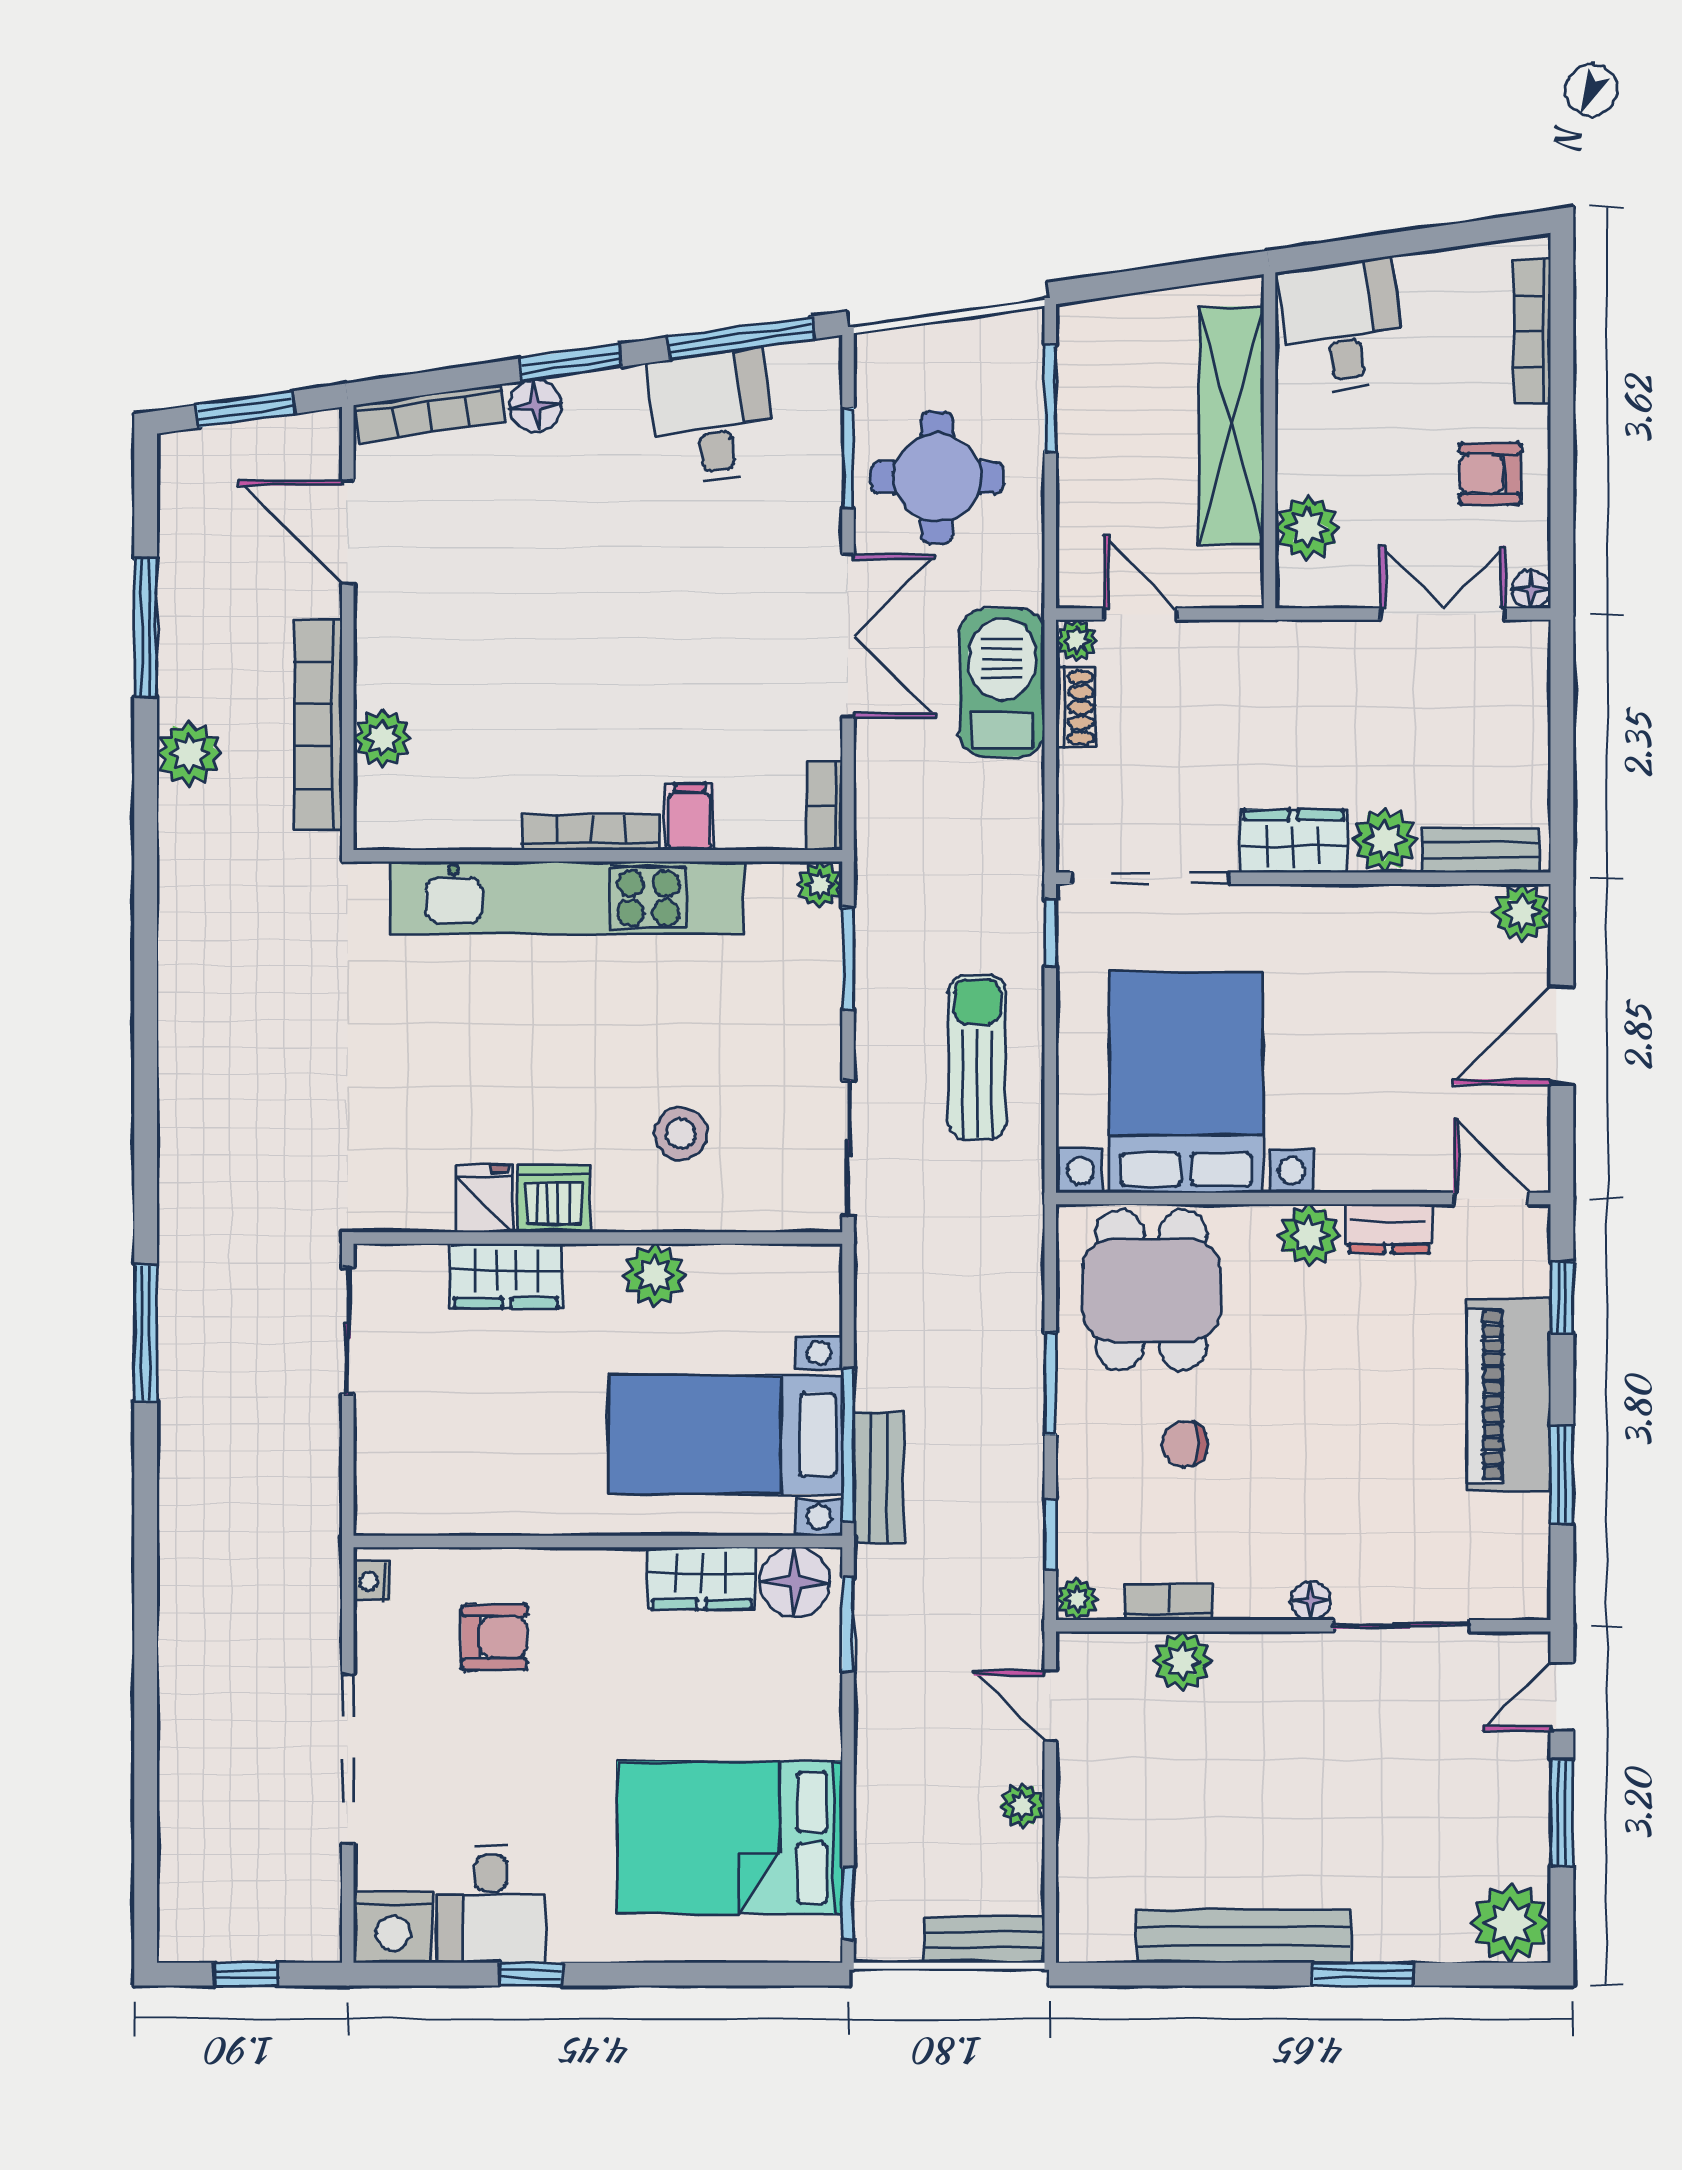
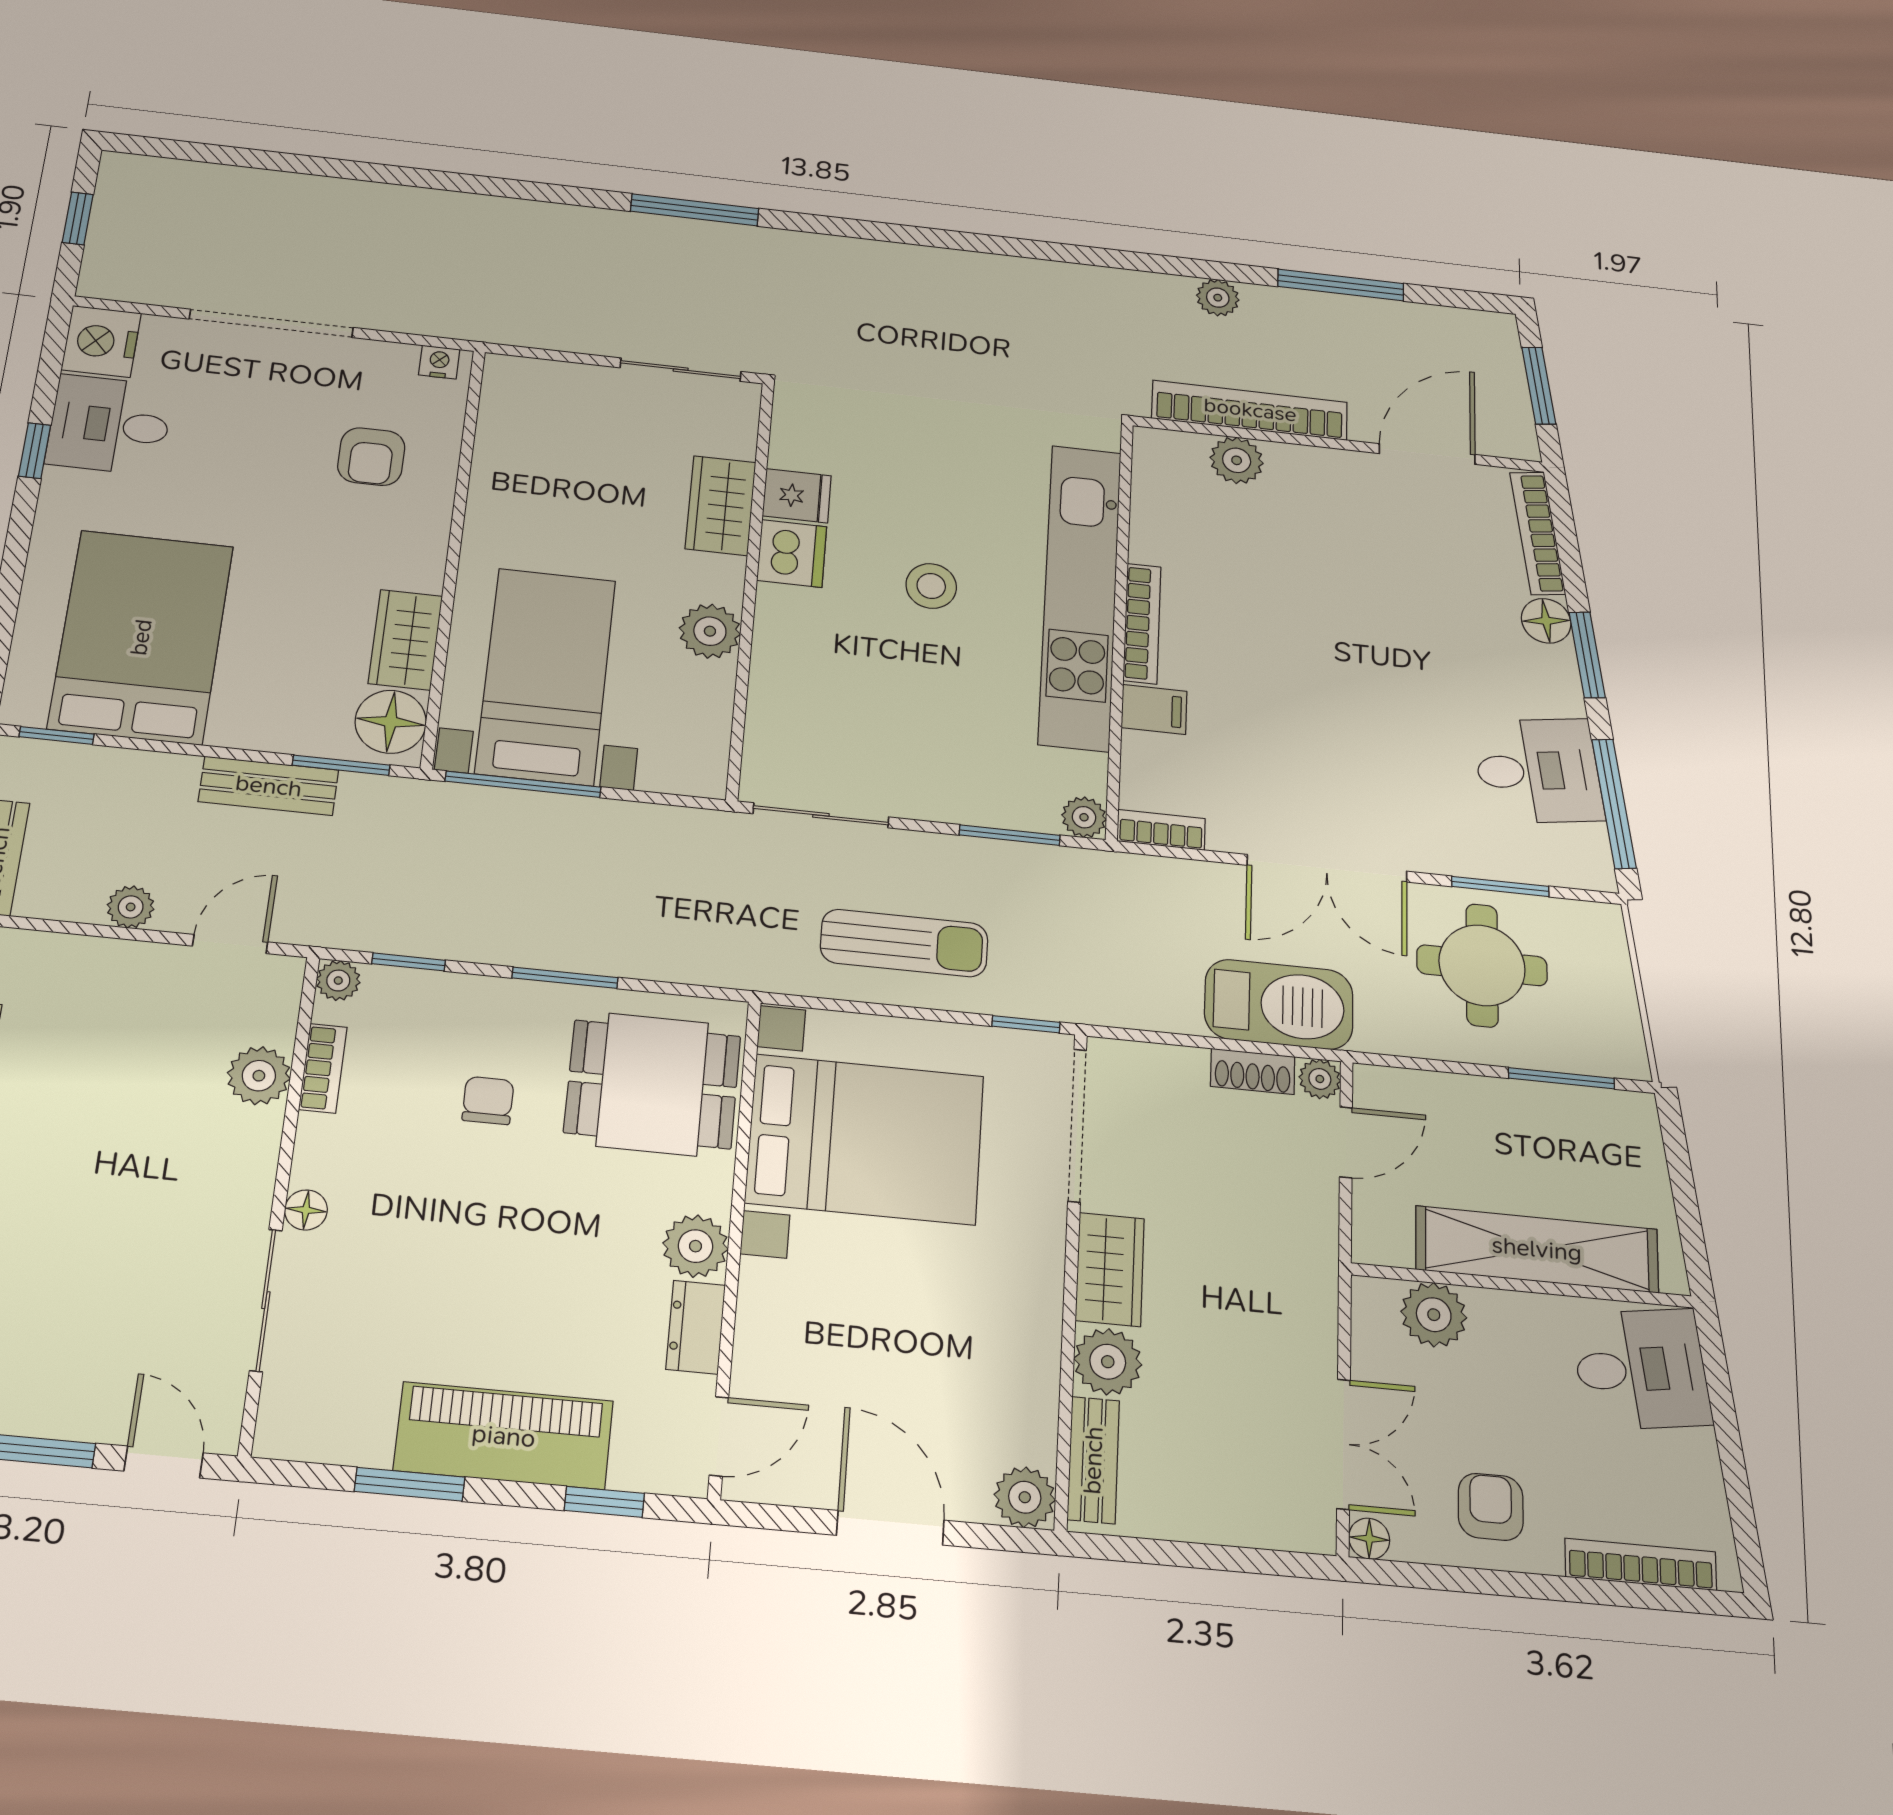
plant: (189, 754) -> (1218, 298), width x0.73, depth x0.73
stool: (681, 1133) -> (931, 586), moved
bench: (879, 1477) -> (269, 786), moved

